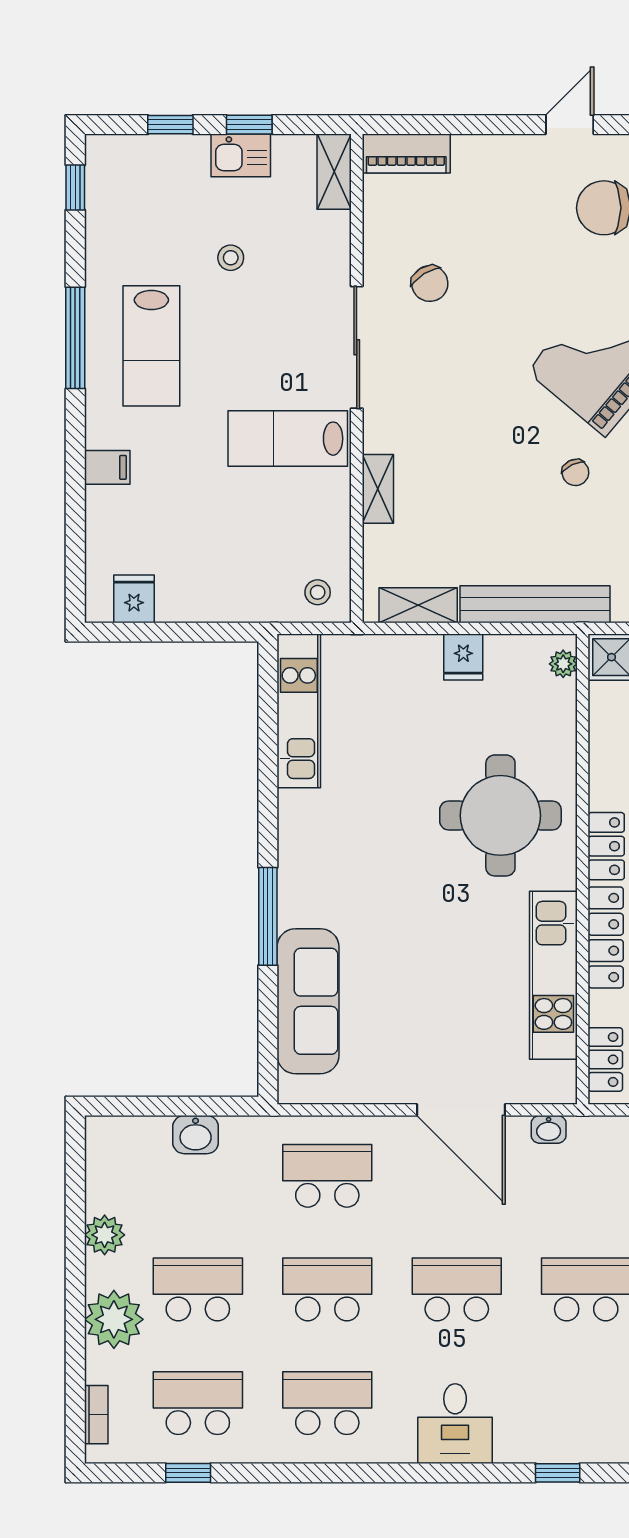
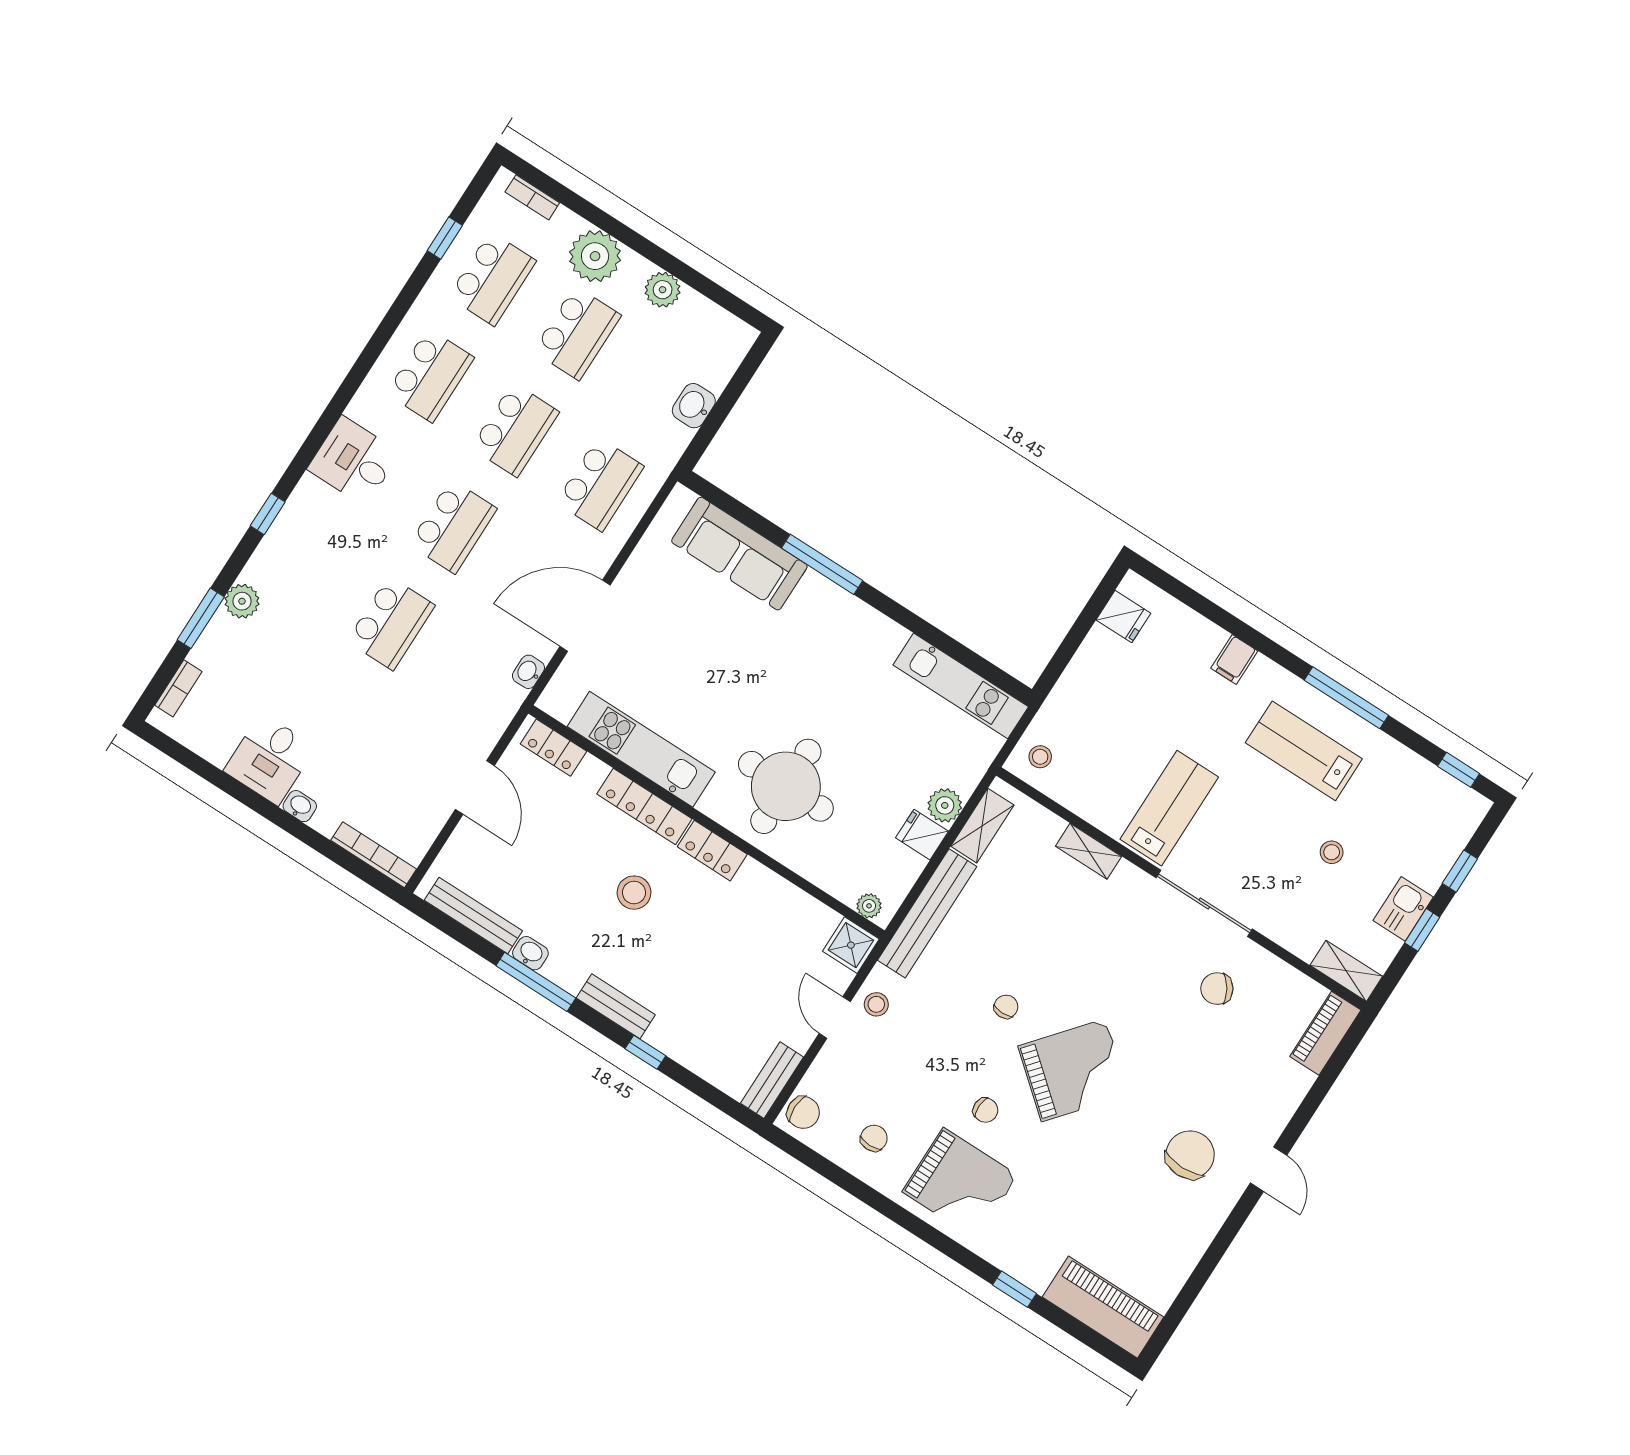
chair: (575, 473) -> (1006, 1007), turned 116
plant: (422, 653) -> (945, 805), added

